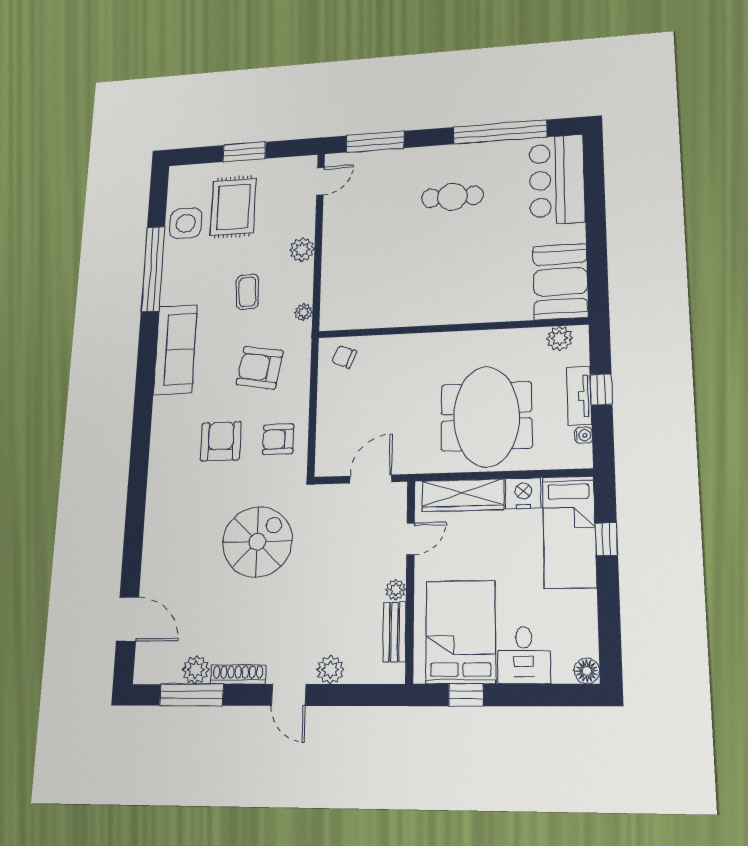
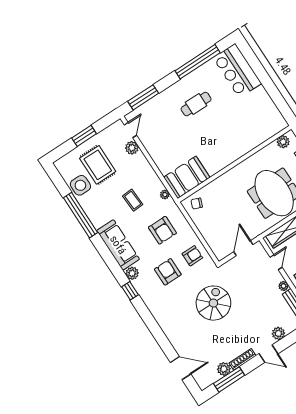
plant: (302, 250) -> (132, 148), moved
booth: (560, 282) -> (187, 177), moved, turned 90
armchair: (260, 368) -> (162, 230), turned -100
plant: (164, 408) -> (132, 273), added
window: (141, 435) -> (130, 291), added
armchair: (278, 439) -> (192, 256), turned 180

